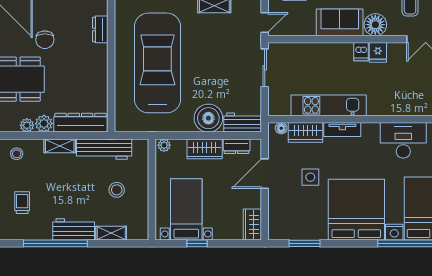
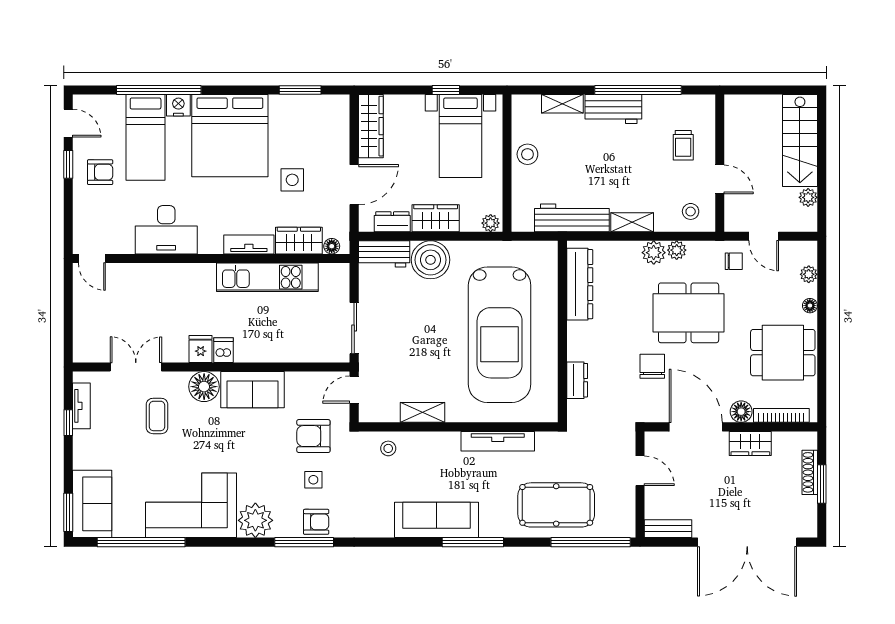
dresser: (80, 123) -> (580, 284), moved, turned -90
stool: (117, 190) -> (527, 154), moved
wardrobe: (252, 225) -> (371, 126), width x1.50

